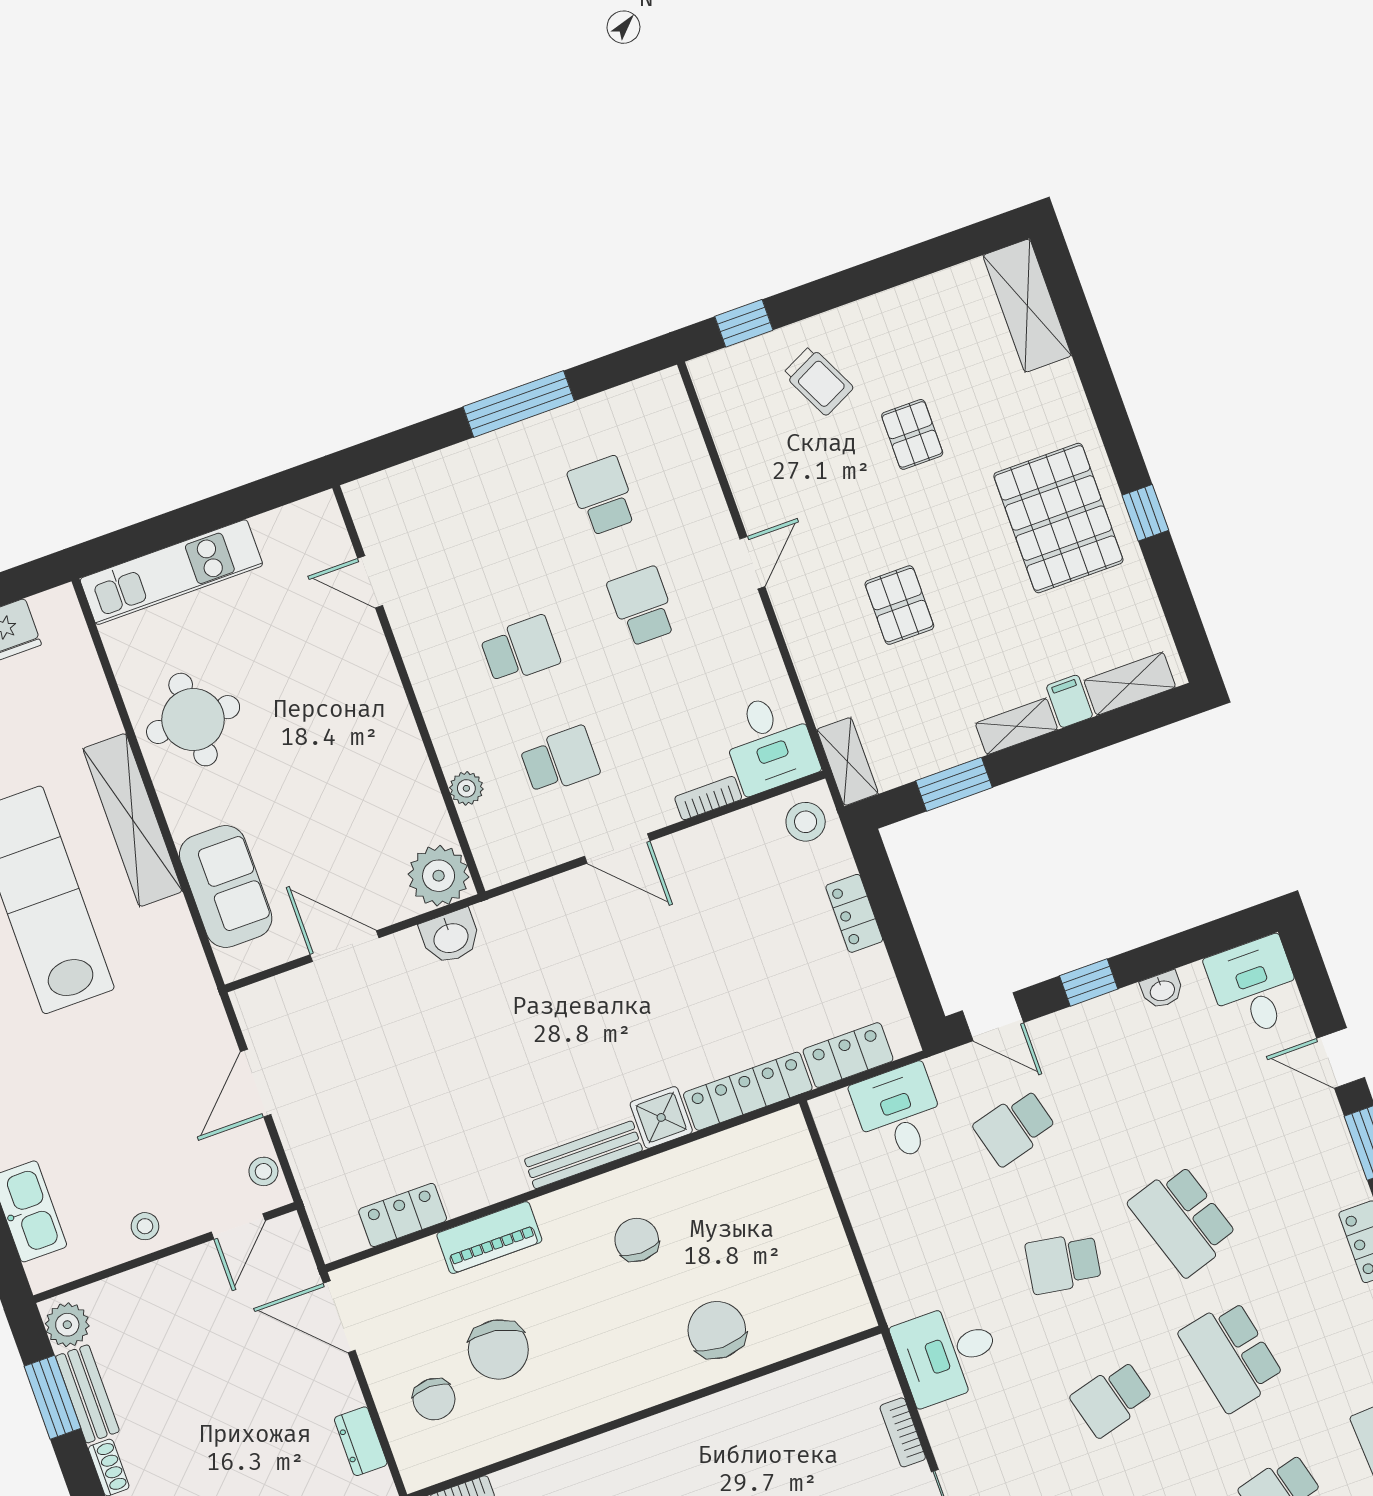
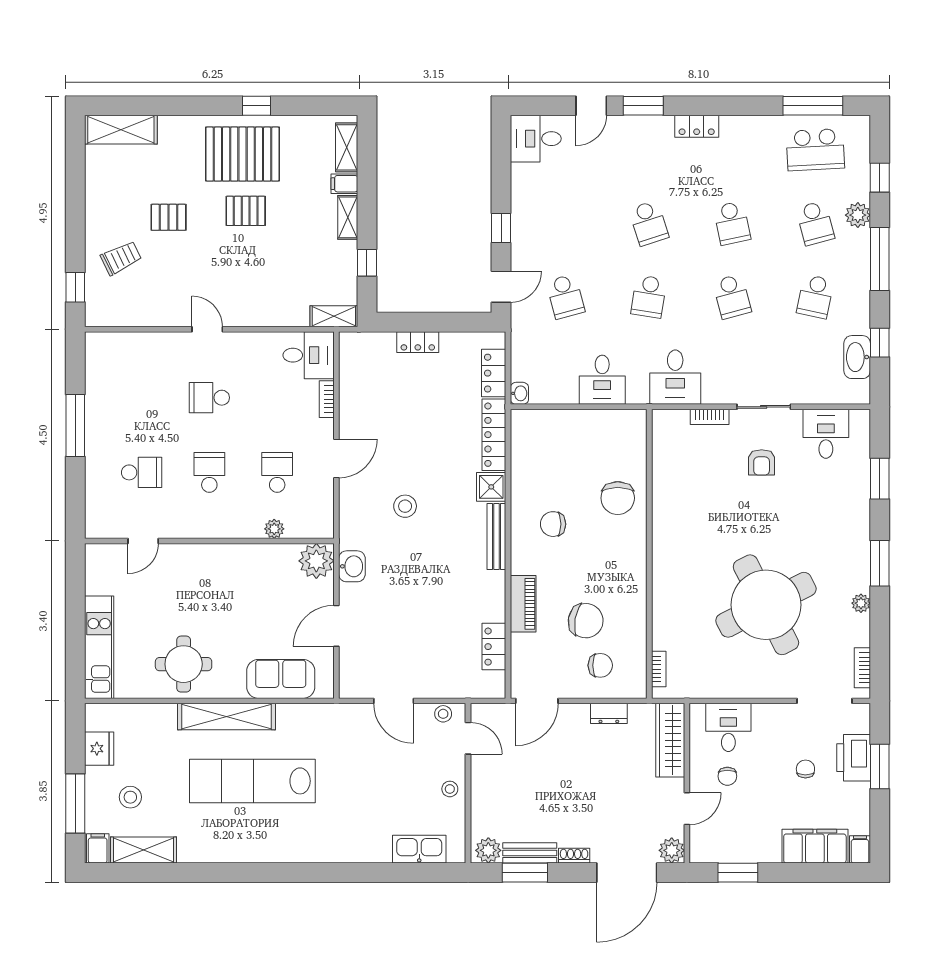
school desk: (603, 496) -> (142, 472), moved, turned 180
pallet: (899, 605) -> (246, 211), moved
window: (954, 784) -> (367, 263), width x0.67
stool: (806, 822) -> (405, 506), moved
washbasin: (1162, 990) -> (519, 393), moved
desk: (899, 1113) -> (602, 380), moved, turned -90
school desk: (1183, 1220) -> (649, 223), width x0.54
chair: (717, 1330) -> (618, 498), turned -90
school desk: (1231, 1356) -> (732, 223), width x0.54

